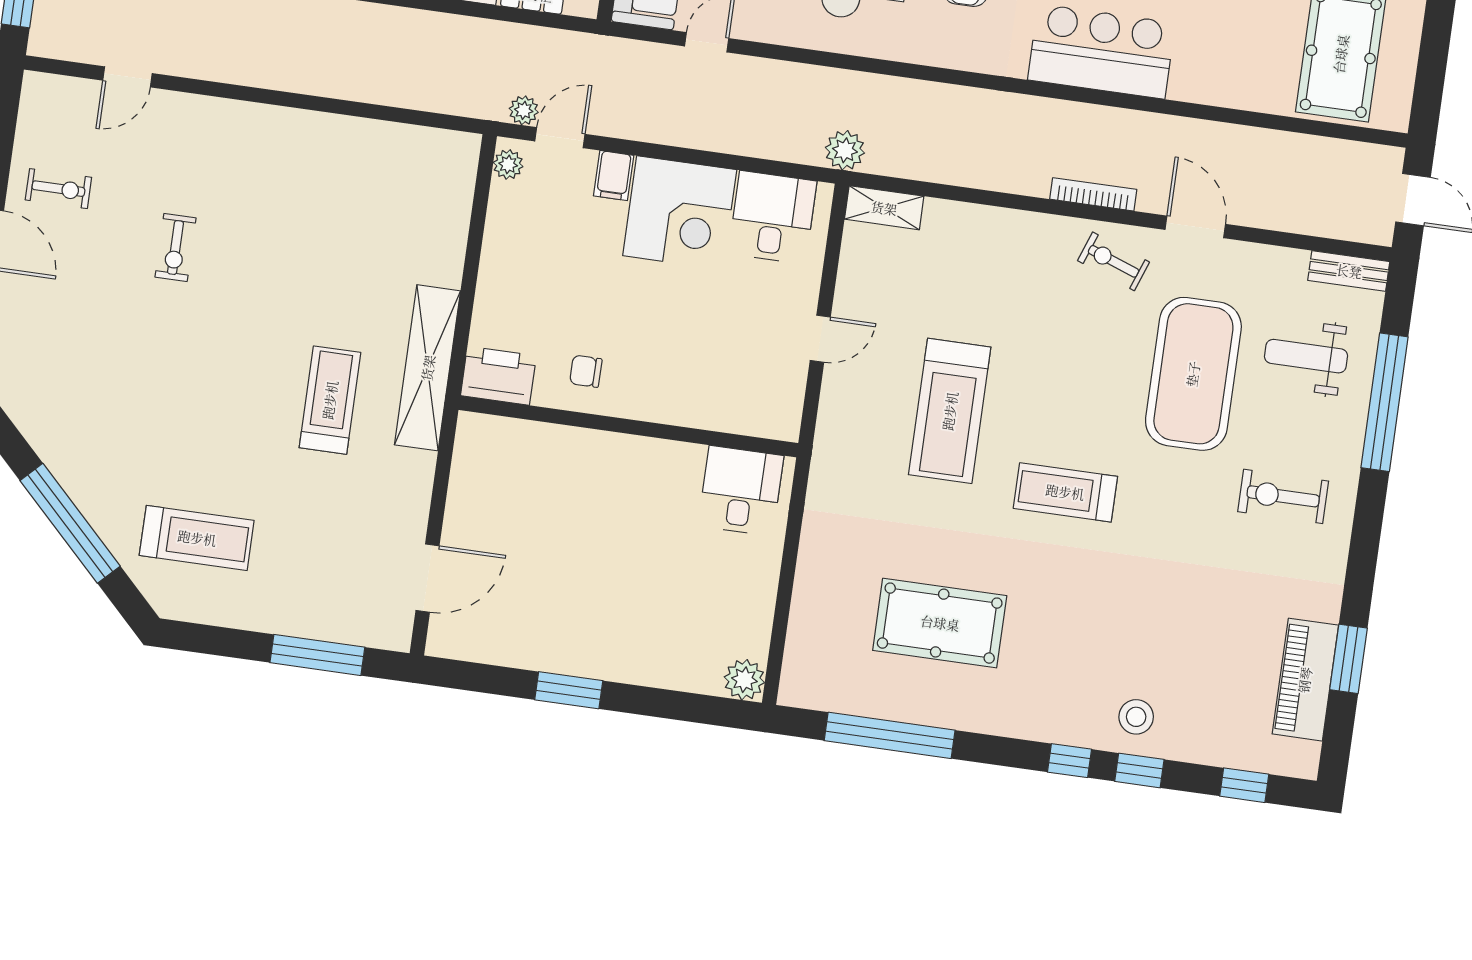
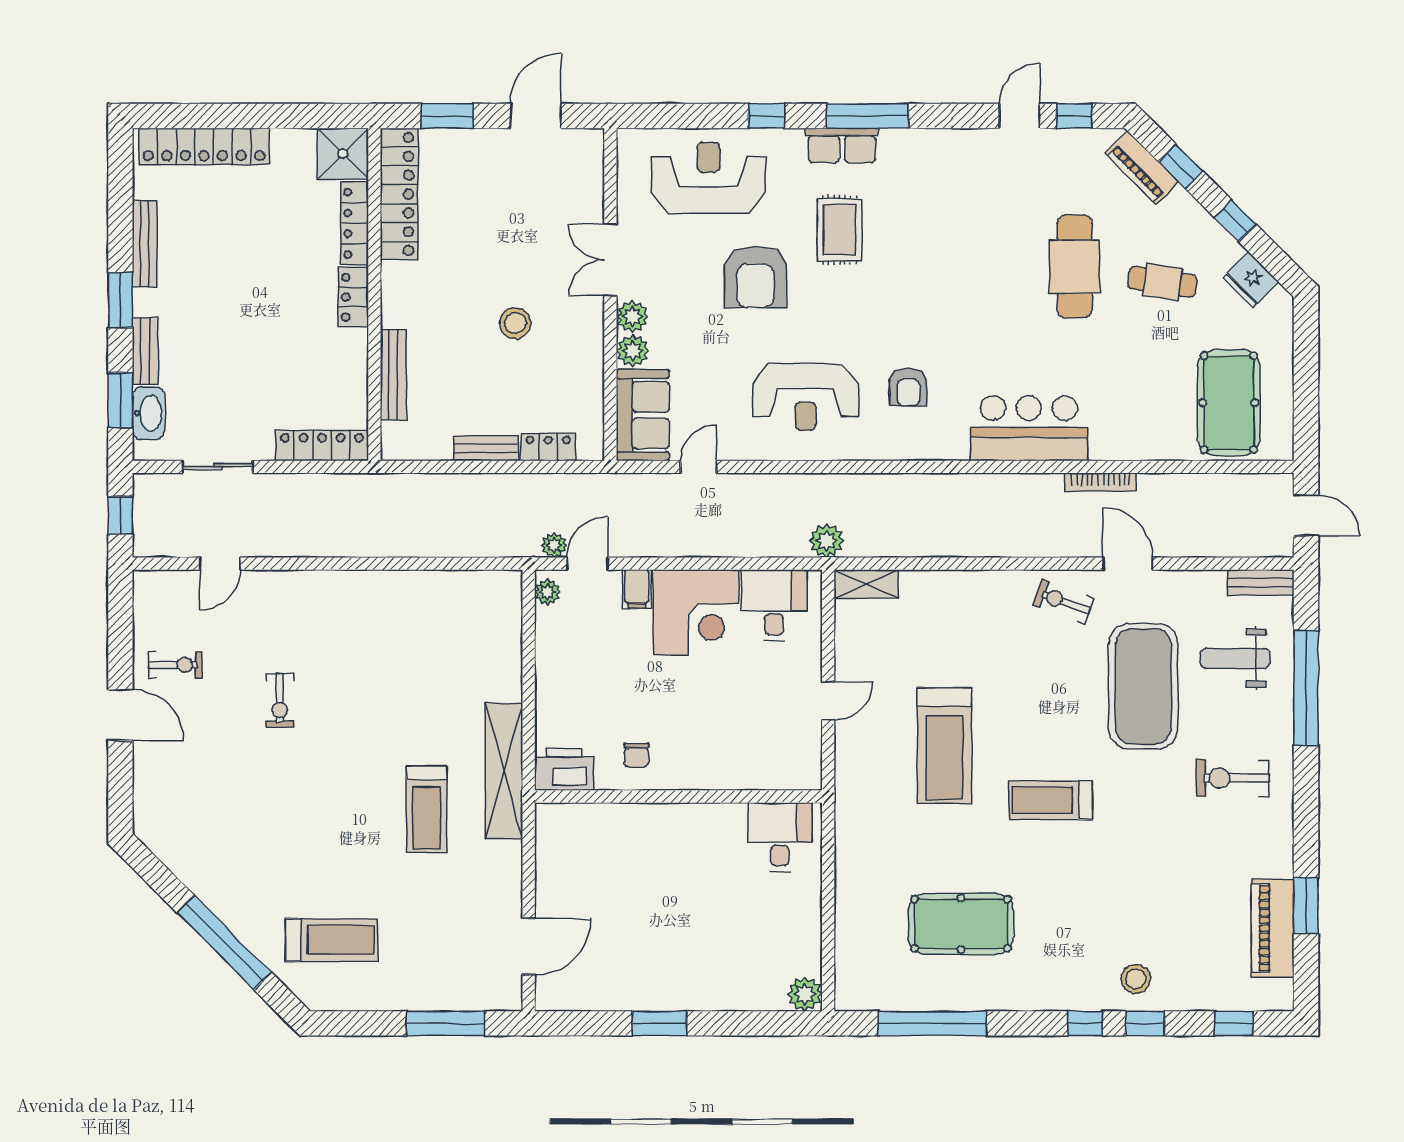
bookcase: (1093, 194) -> (1100, 482), moved, turned 180
chair: (586, 371) -> (636, 755), turned -90
treadmill: (330, 400) -> (426, 809), turned 180

